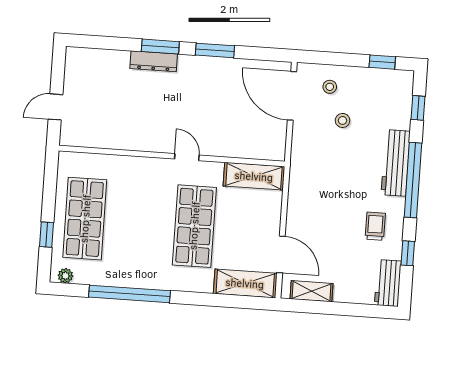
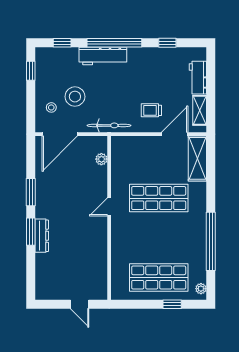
stool: (342, 120) -> (75, 97), width x1.89, depth x1.89
plant: (254, 151) -> (101, 159), added
bicycle: (299, 165) -> (109, 125), added
shelving: (254, 176) -> (120, 158), removed
trolley: (375, 226) -> (151, 110), moved
workbench: (388, 283) -> (198, 78), moved, turned 90

